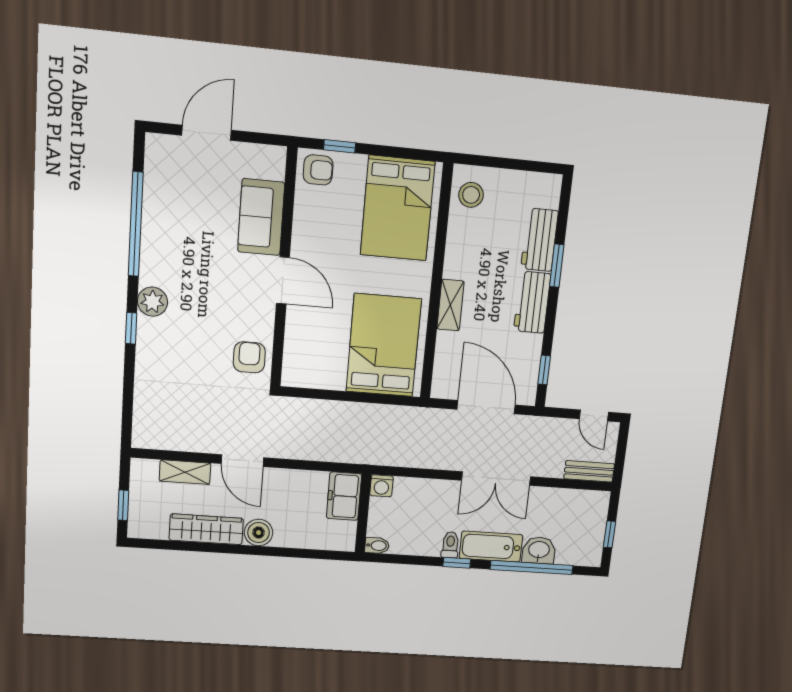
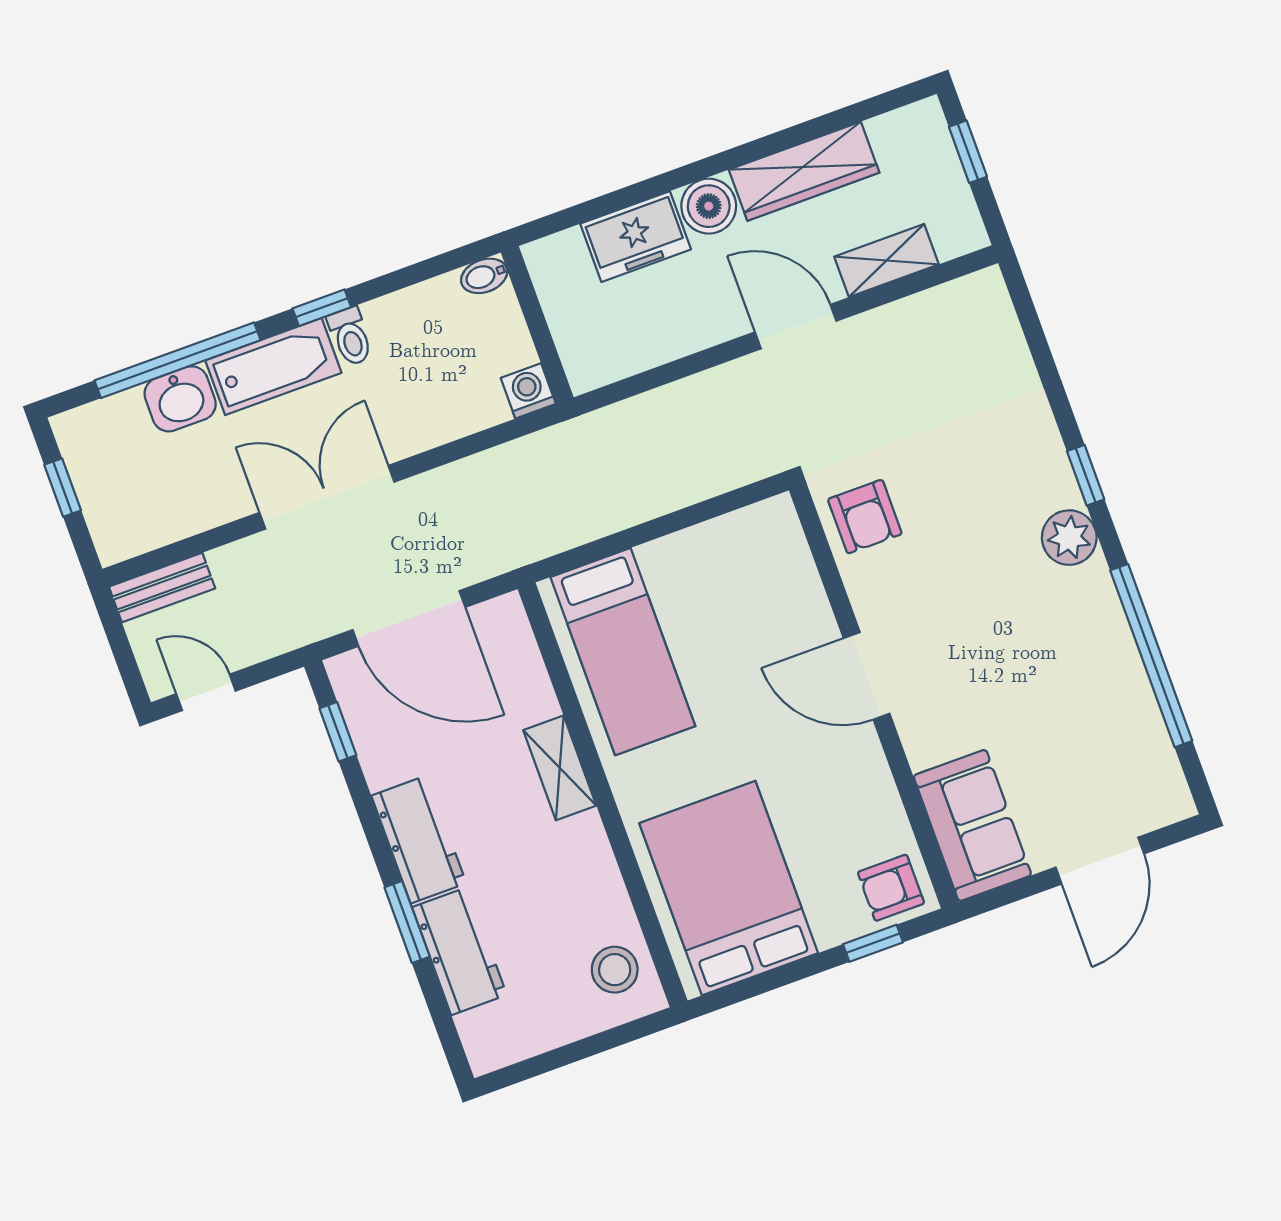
sofa: (261, 217) -> (972, 825), moved
bed: (384, 345) -> (623, 652), width x0.67
freezer: (344, 496) -> (636, 237), moved, turned 90

